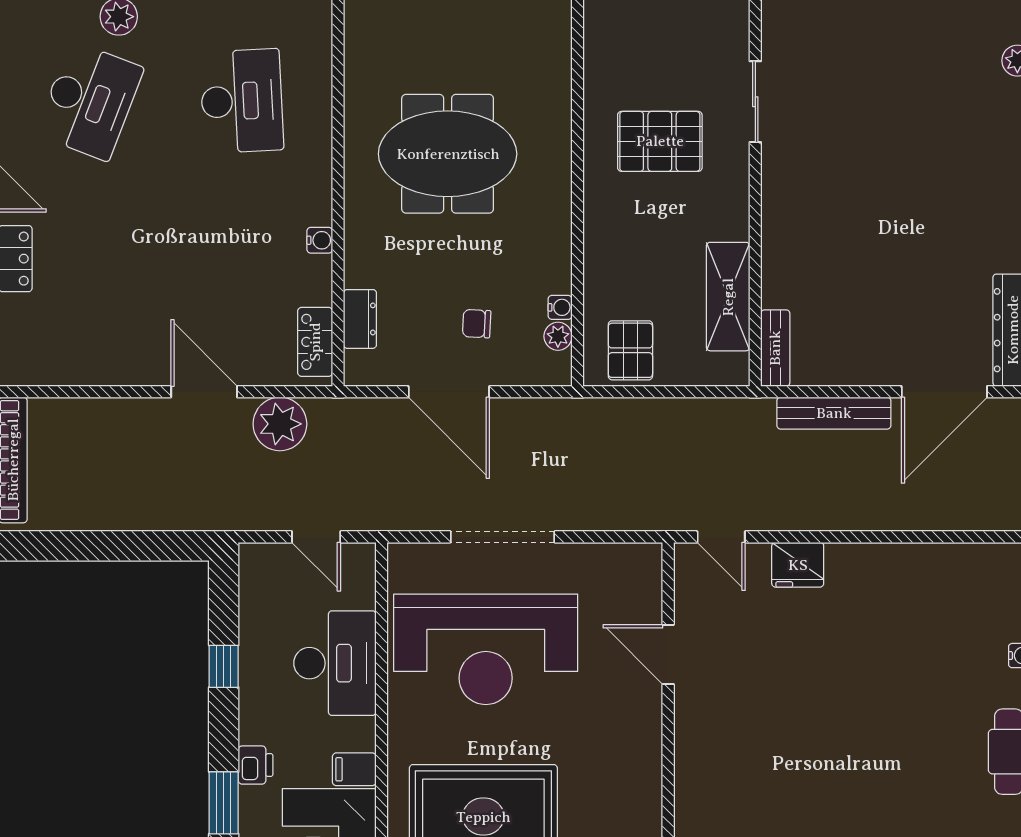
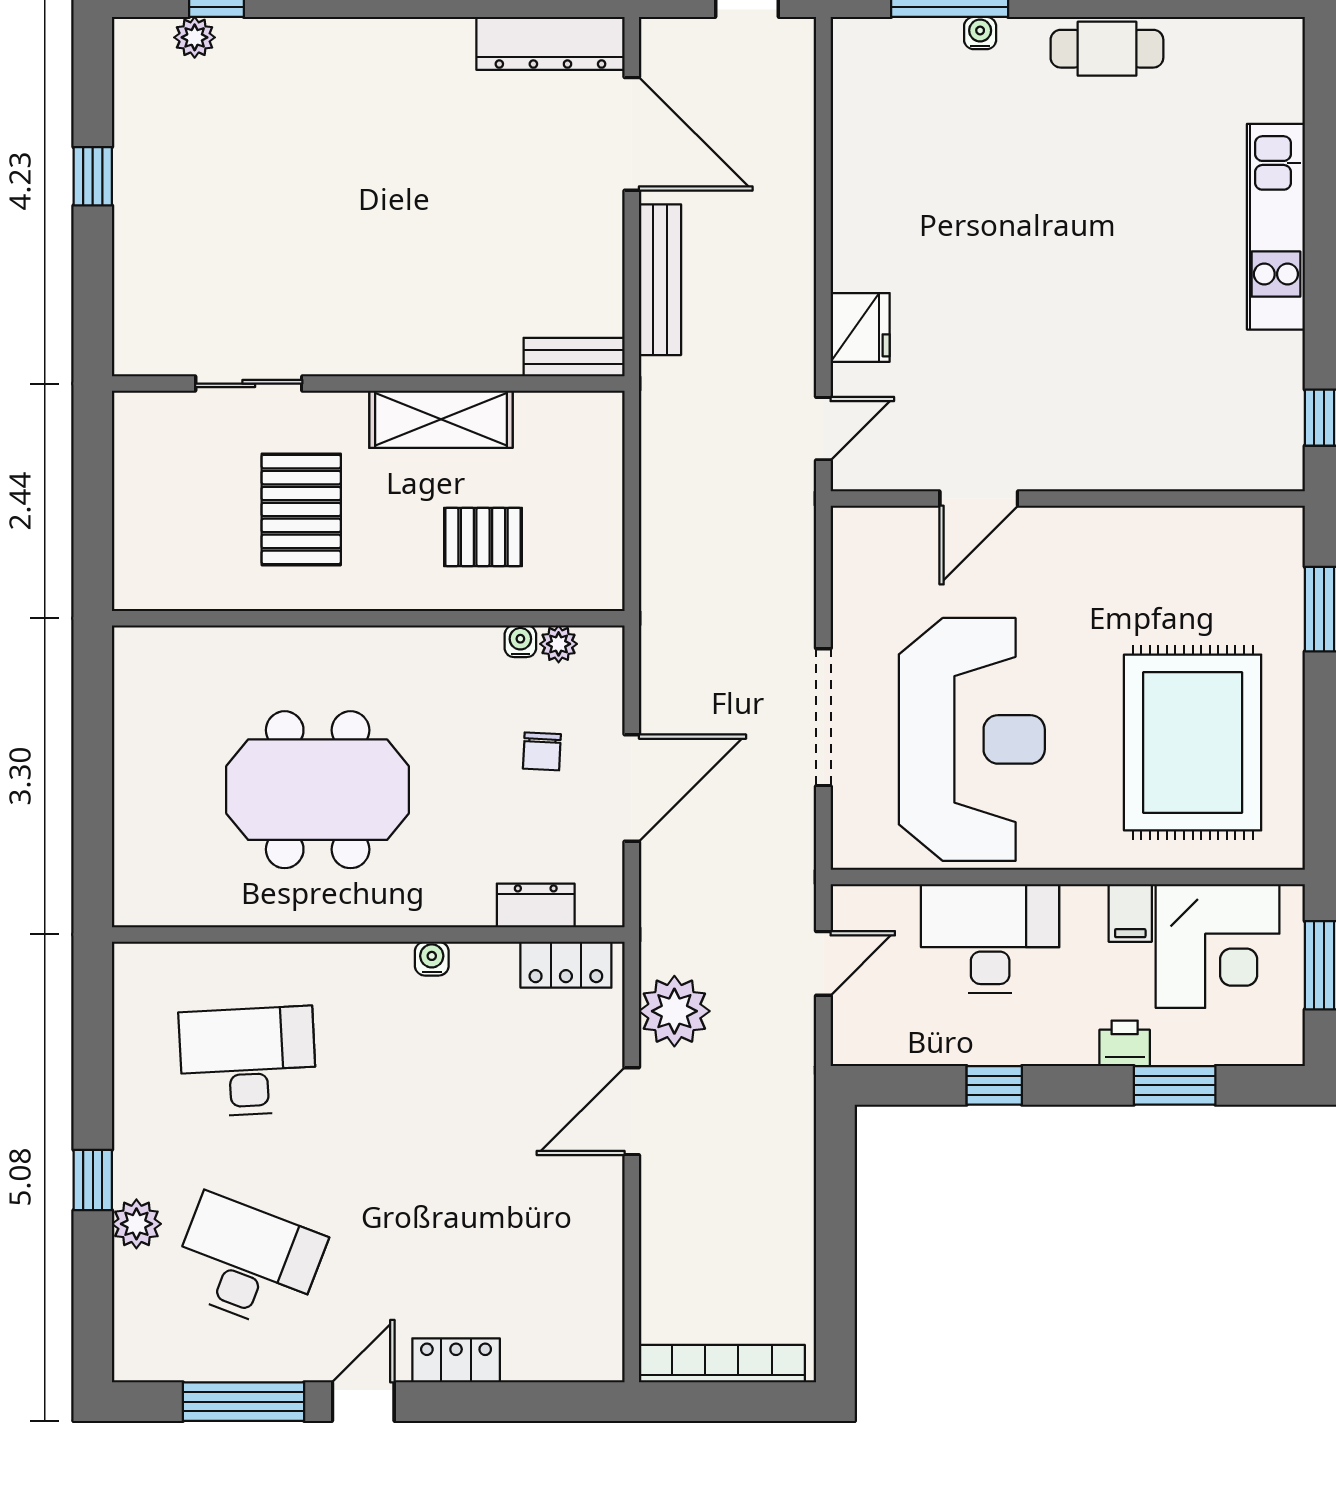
meeting table: (448, 154) -> (318, 790), turned 90
shelving: (728, 297) -> (441, 419), moved
pallet: (630, 350) -> (483, 537), moved

